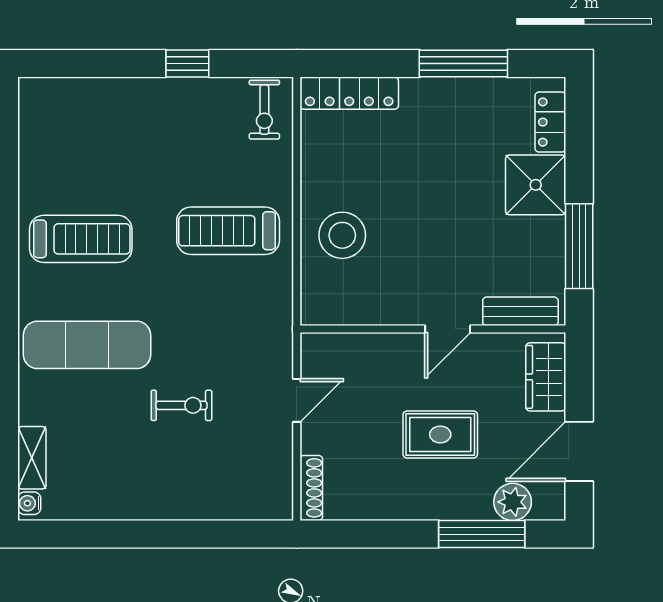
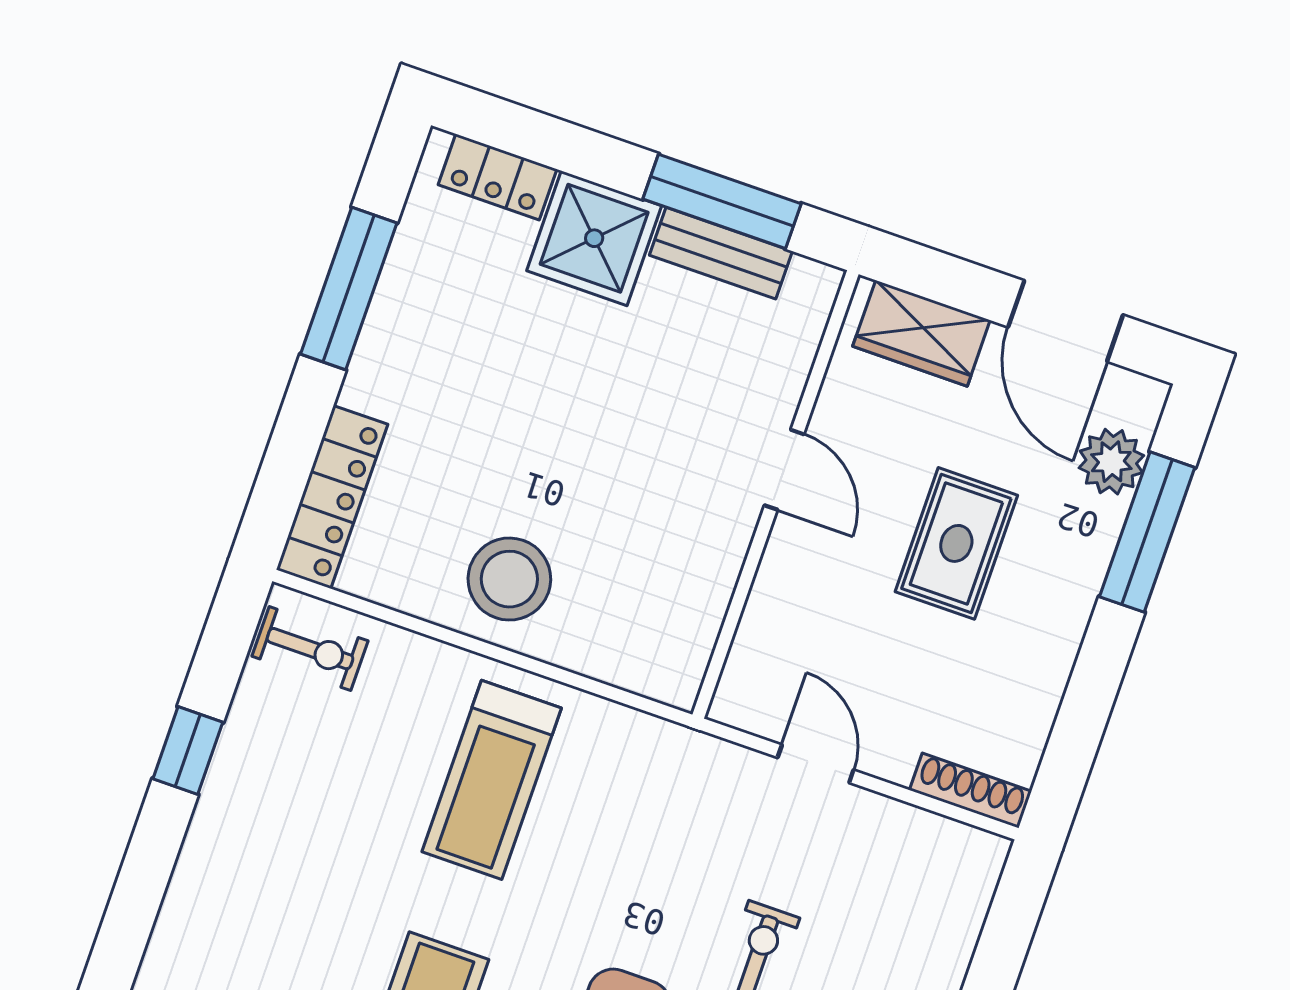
stool: (342, 235) -> (509, 579), moved
bench: (520, 311) -> (721, 253), moved, turned 90

